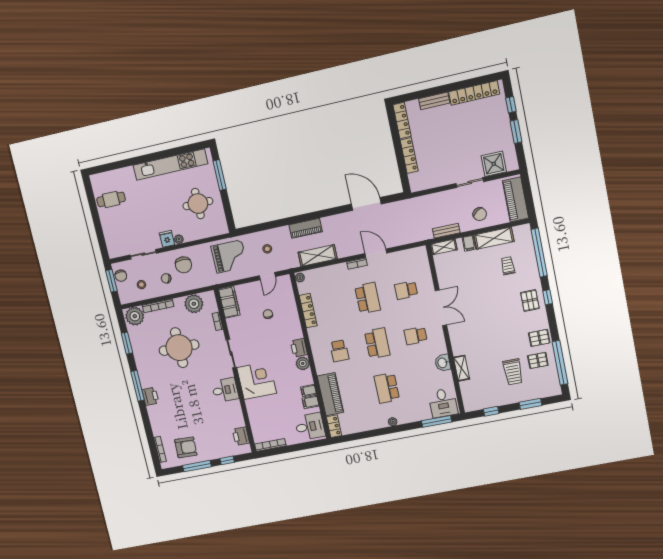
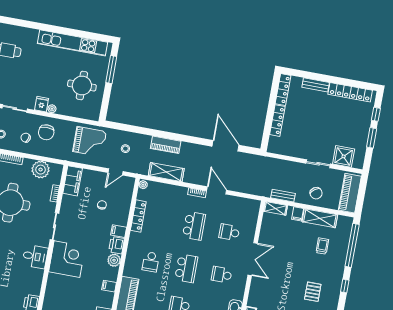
pallet: (530, 300) -> (313, 292), moved
filing cabinet: (311, 402) -> (119, 231), moved

